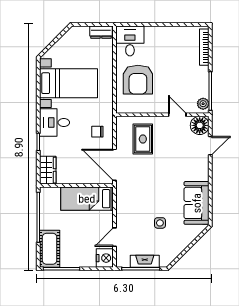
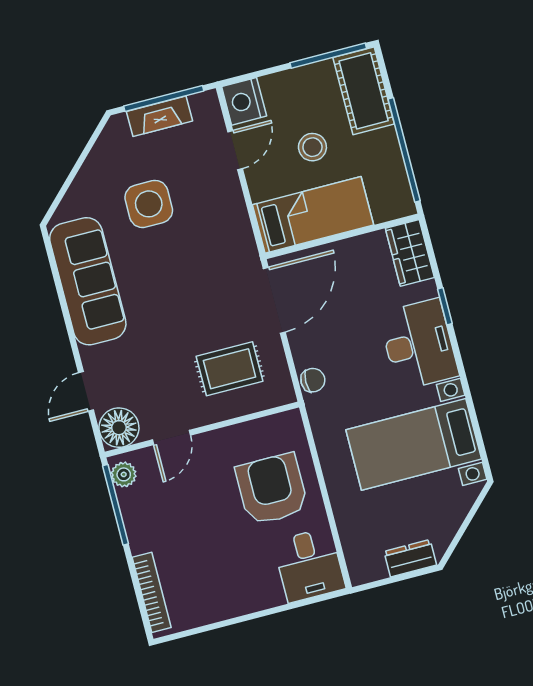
dresser: (101, 32) -> (410, 558), moved
door: (177, 115) -> (171, 438), hinge flipped
desk: (55, 123) -> (419, 345), width x1.37
chair: (97, 132) -> (313, 380), moved
rug: (143, 139) -> (230, 369), turned 90
door: (115, 165) -> (274, 300), hinge flipped
sofa: (197, 203) -> (88, 281), width x1.36
side table: (160, 223) -> (149, 204), width x1.87, depth x1.87
stool: (79, 229) -> (312, 147), added

